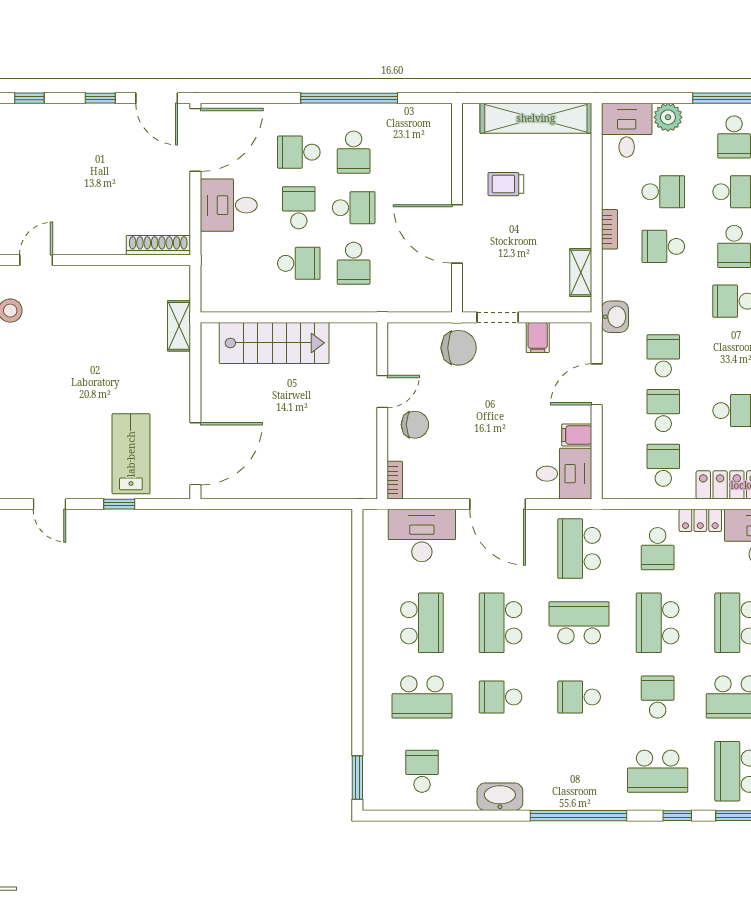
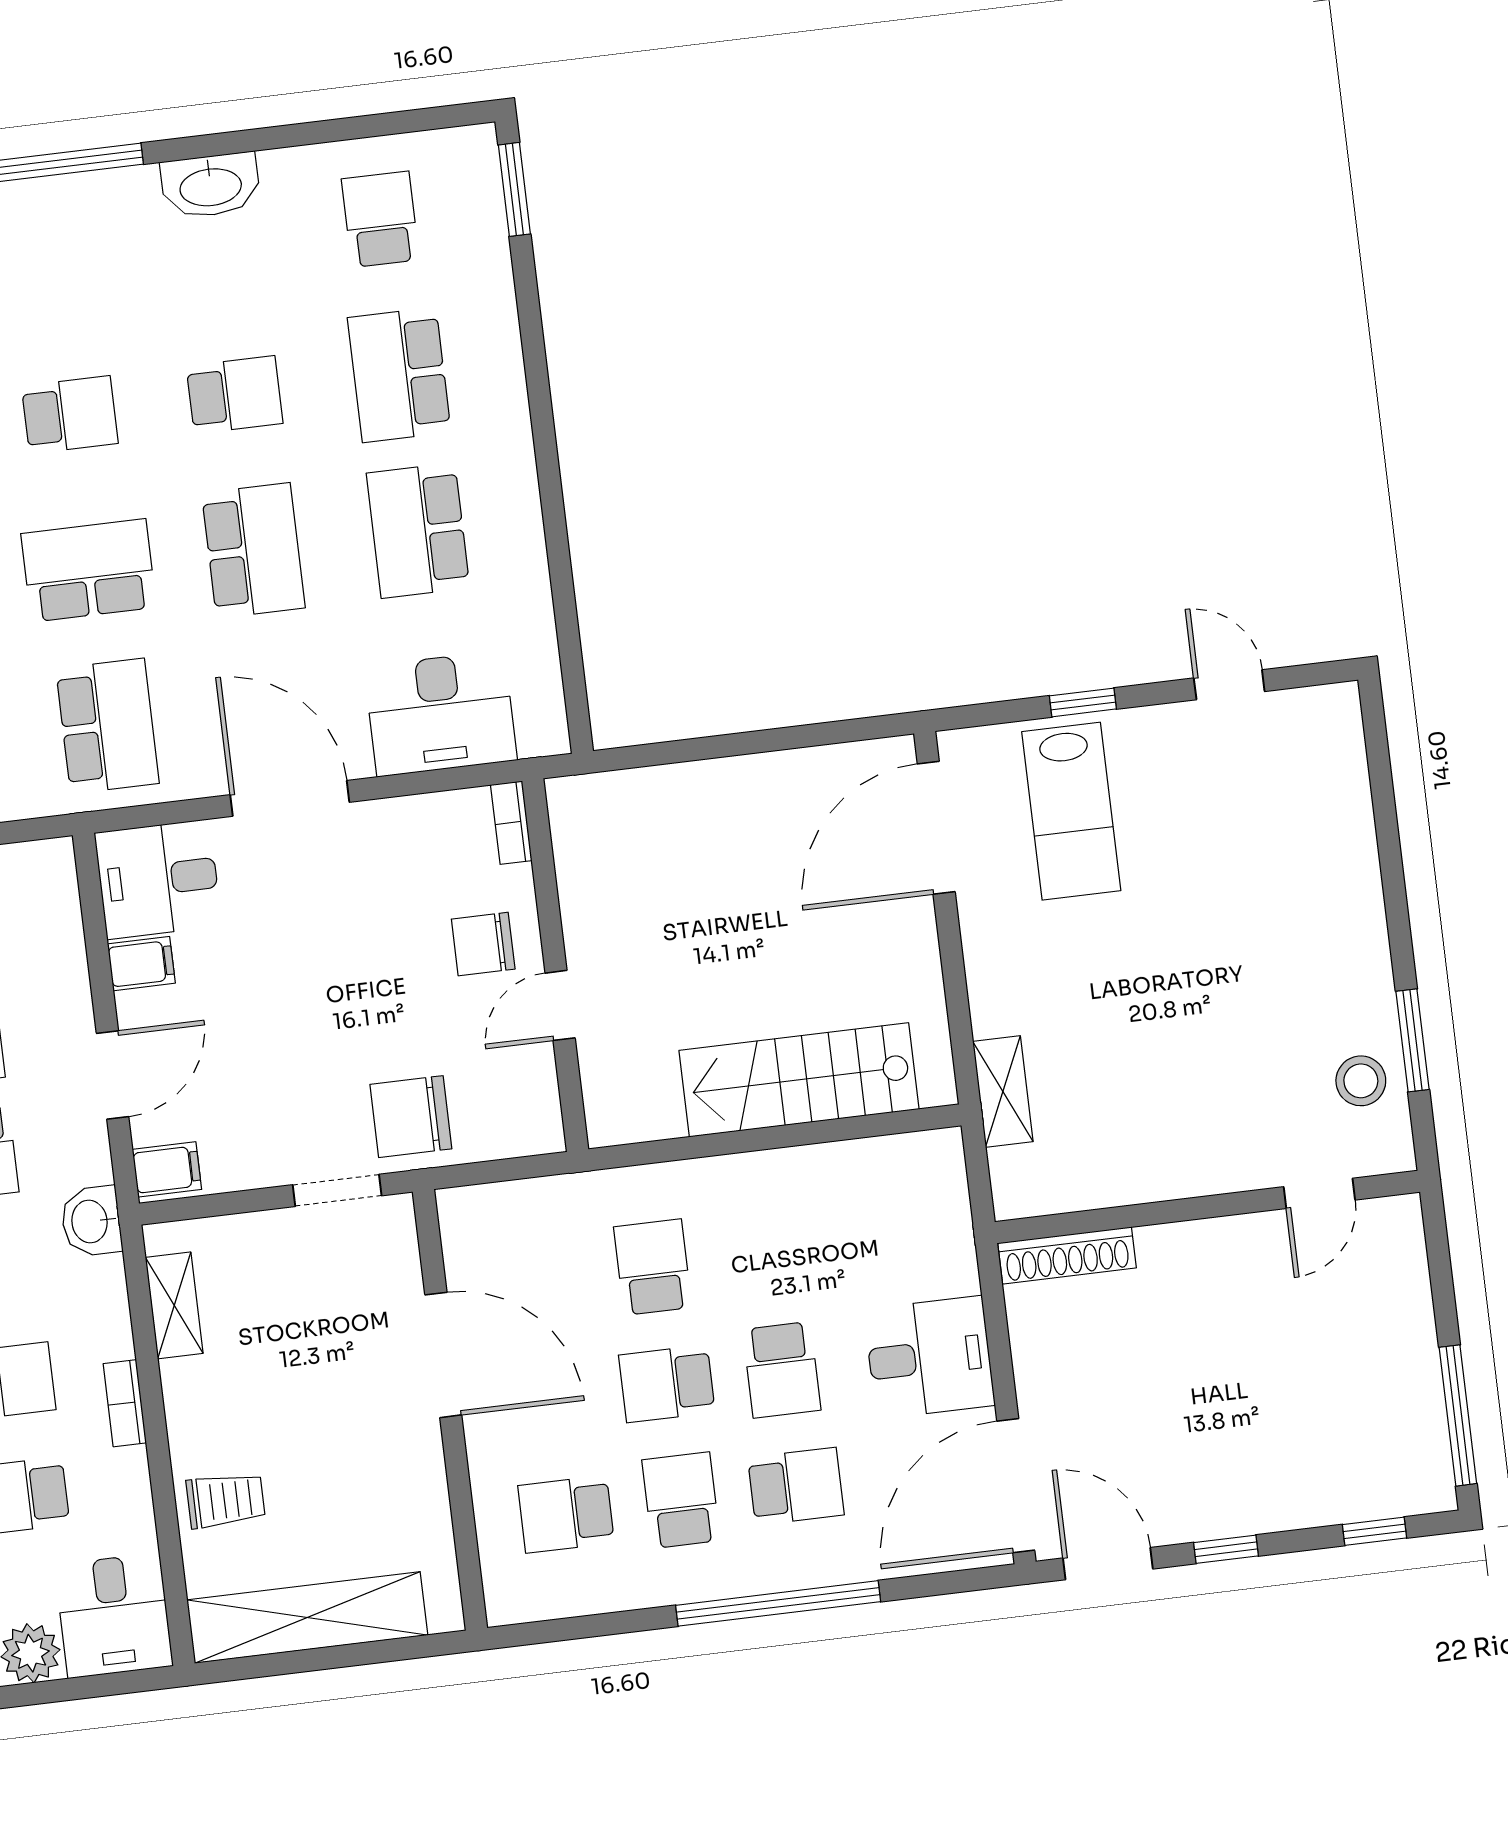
window: (349, 98) -> (778, 1603), moved
trolley: (506, 184) -> (226, 1500), moved
school desk: (299, 263) -> (566, 1514), moved
filing cabinet: (538, 338) -> (167, 1169), moved, turned 90
school desk: (579, 623) -> (89, 570), turned 180
school desk: (422, 697) -> (399, 375), turned -90
school desk: (422, 771) -> (380, 219), turned 180

